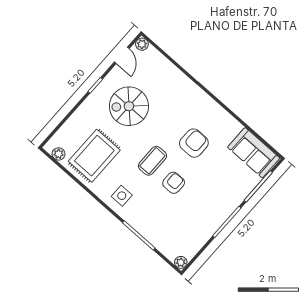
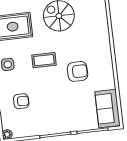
armchair: (174, 183) -> (21, 101), moved

